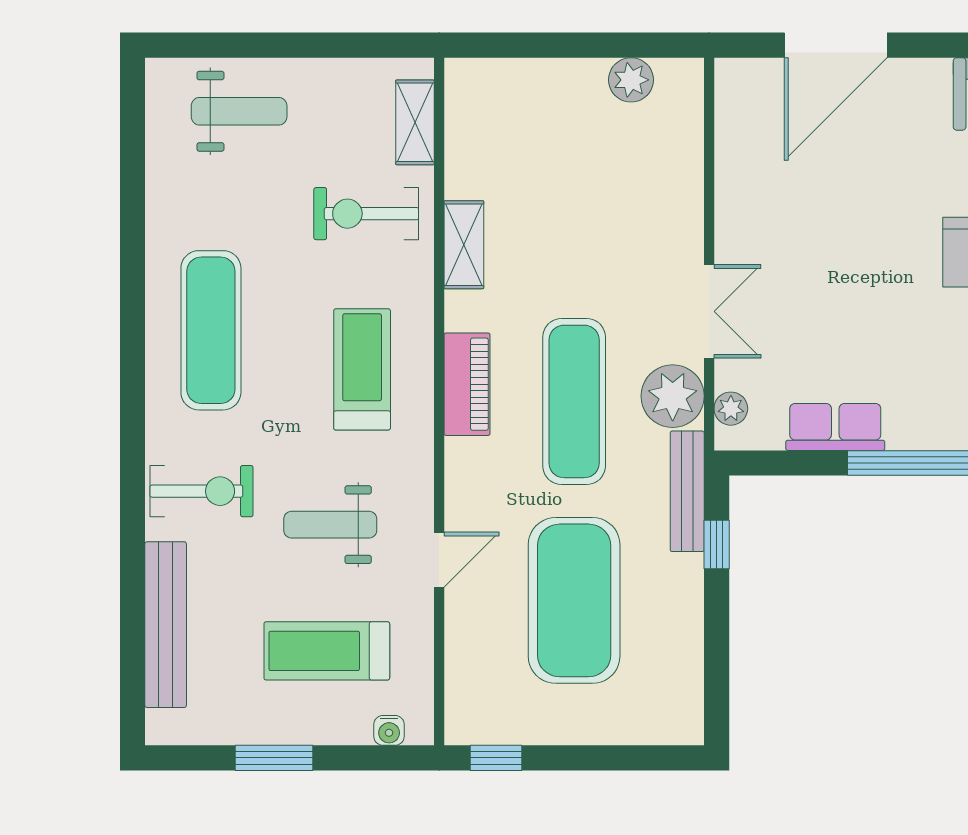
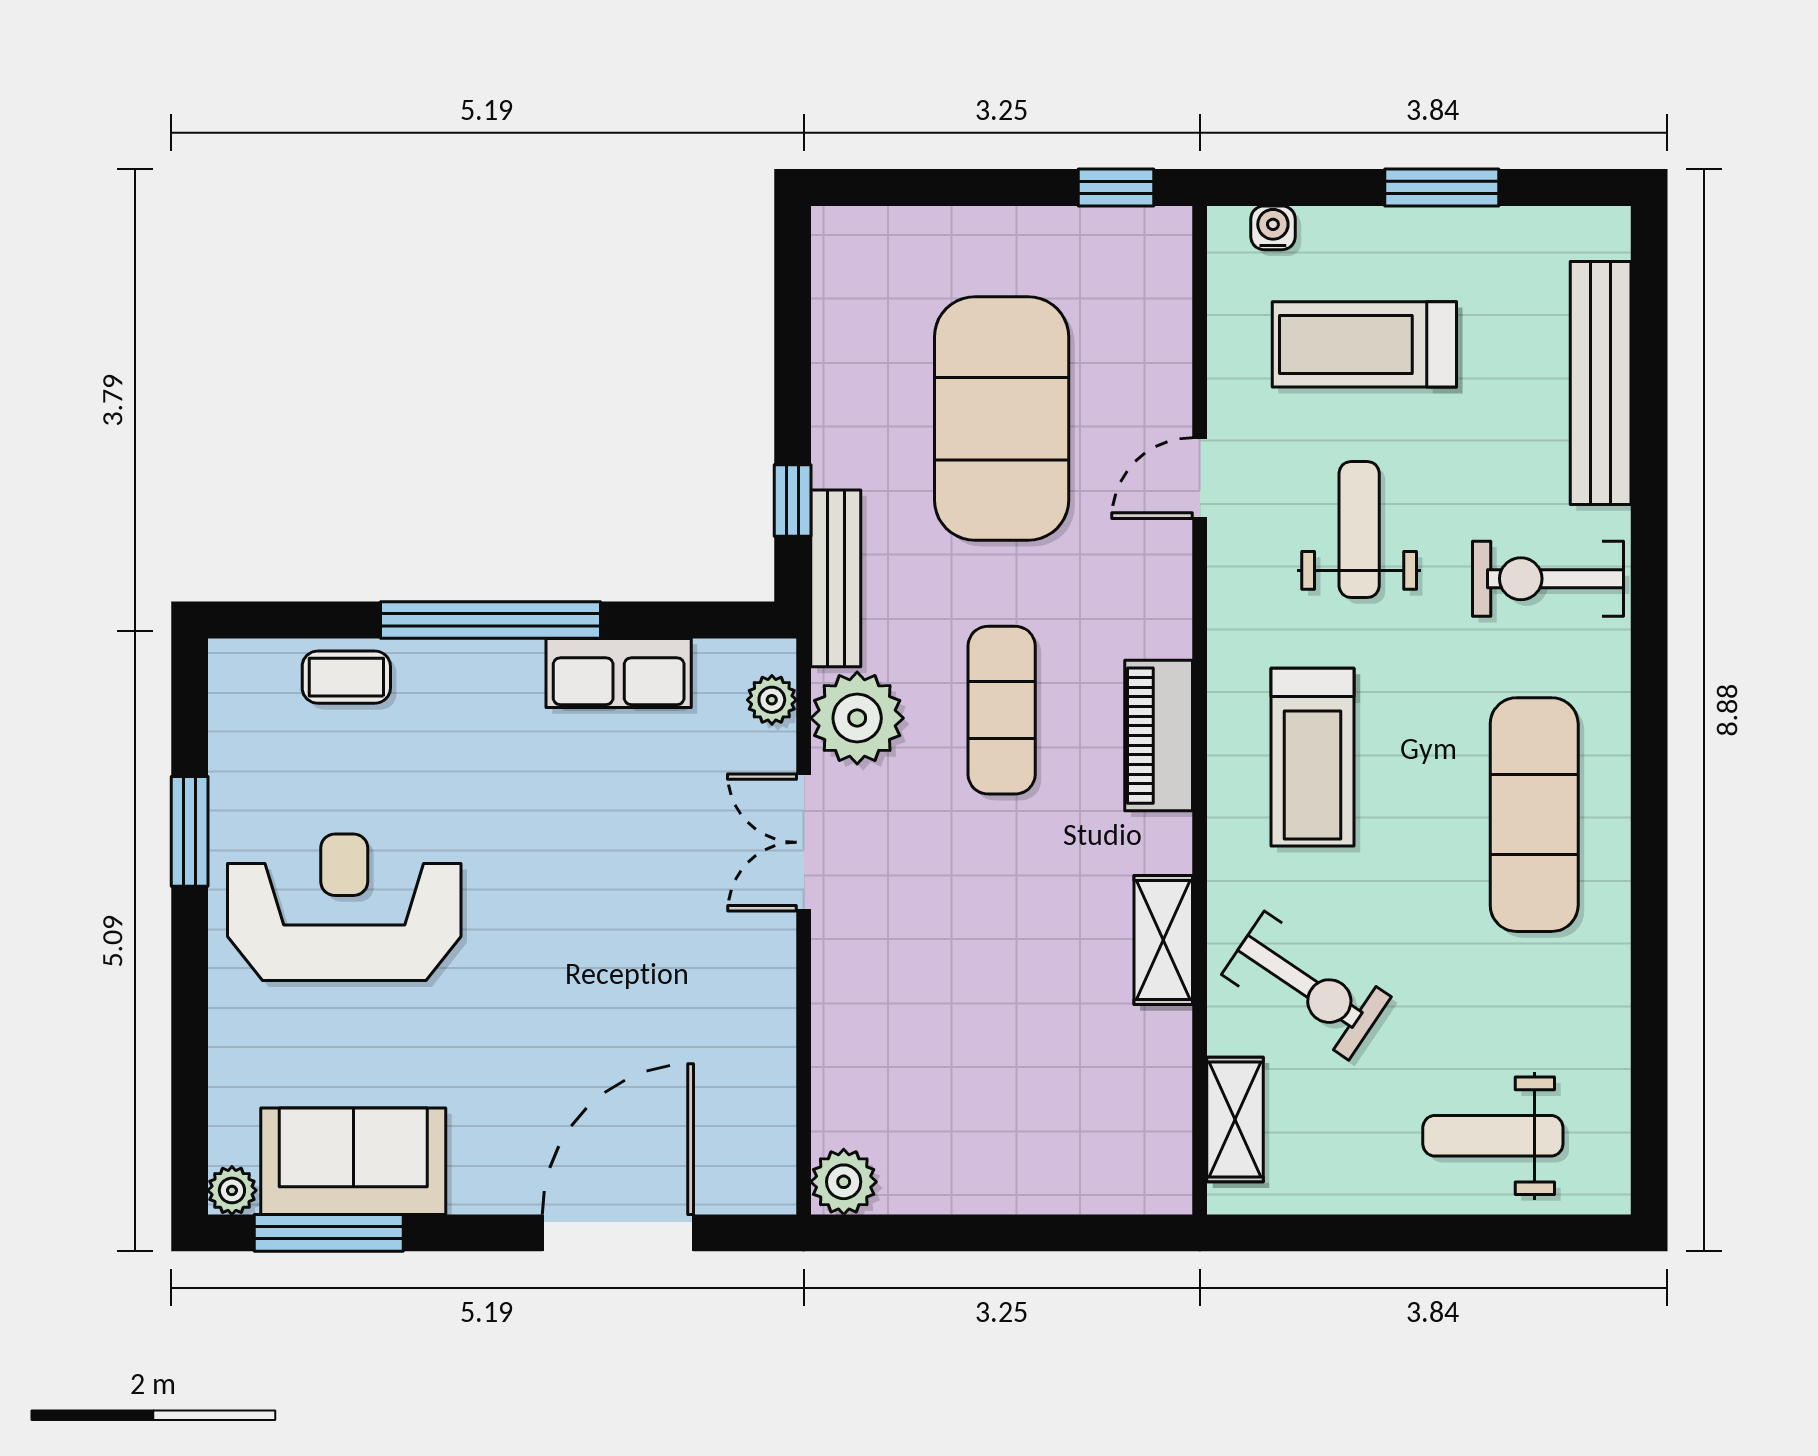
plant: (631, 80) -> (844, 1182), moved
exercise bike: (366, 214) -> (1306, 986), turned 34
exercise mat: (574, 401) -> (1002, 710), width x0.73, depth x0.69
weight bench: (330, 525) -> (1359, 530), turned -90
treadmill: (327, 651) -> (1364, 344), turned 180

